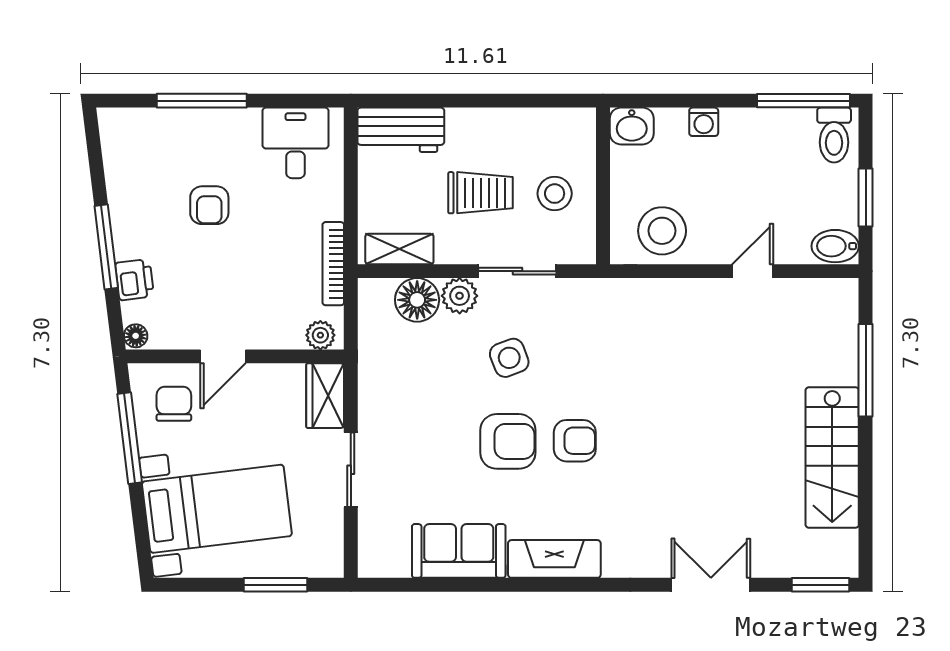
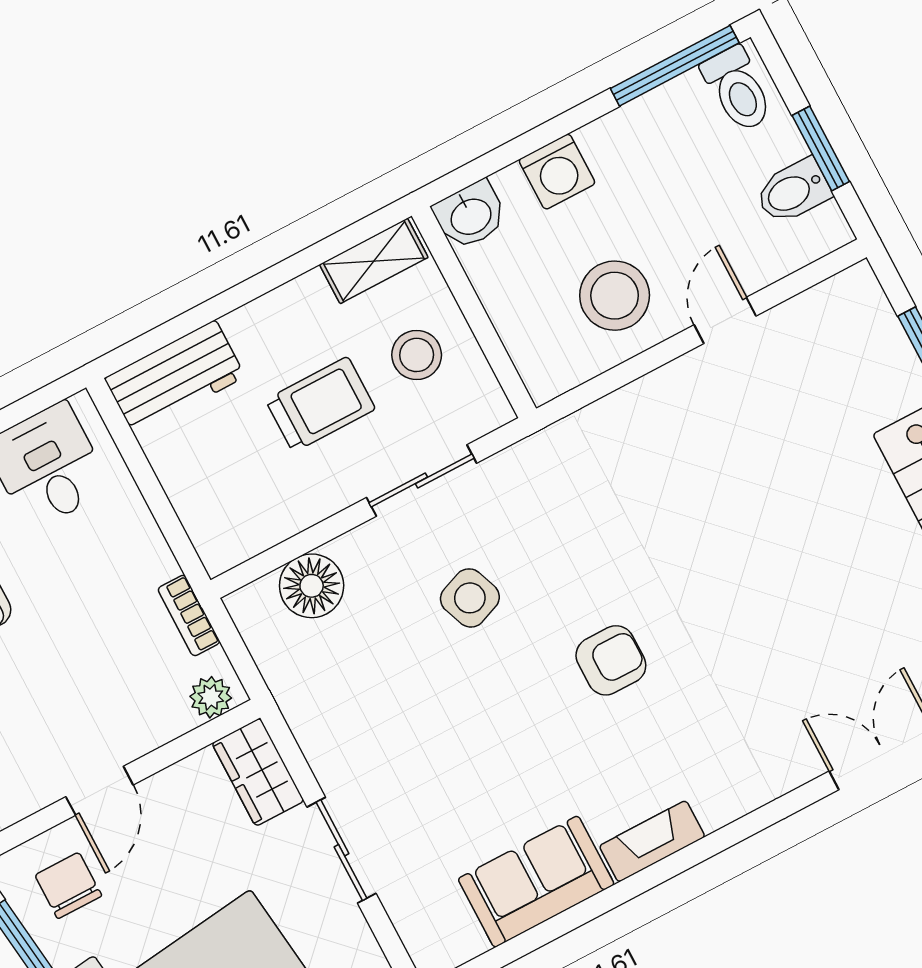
washing machine: (704, 122) -> (557, 172), width x1.38, depth x1.38
stool: (662, 231) -> (615, 296), moved
bidet: (835, 246) -> (793, 191), moved
shelving: (399, 249) -> (374, 261), moved
bookcase: (333, 264) -> (189, 616), width x0.64
plant: (460, 296) -> (364, 552), removed
armchair: (508, 441) -> (525, 707), removed
fireplace: (554, 559) -> (652, 841), width x0.73, depth x0.76

